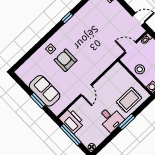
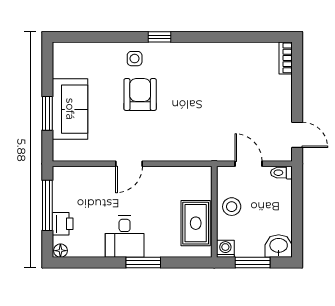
window: (67, 18) -> (159, 37), moved
rug: (129, 100) -> (196, 223), moved, turned 90
printer: (72, 121) -> (63, 224), moved, width x0.53, depth x0.68

